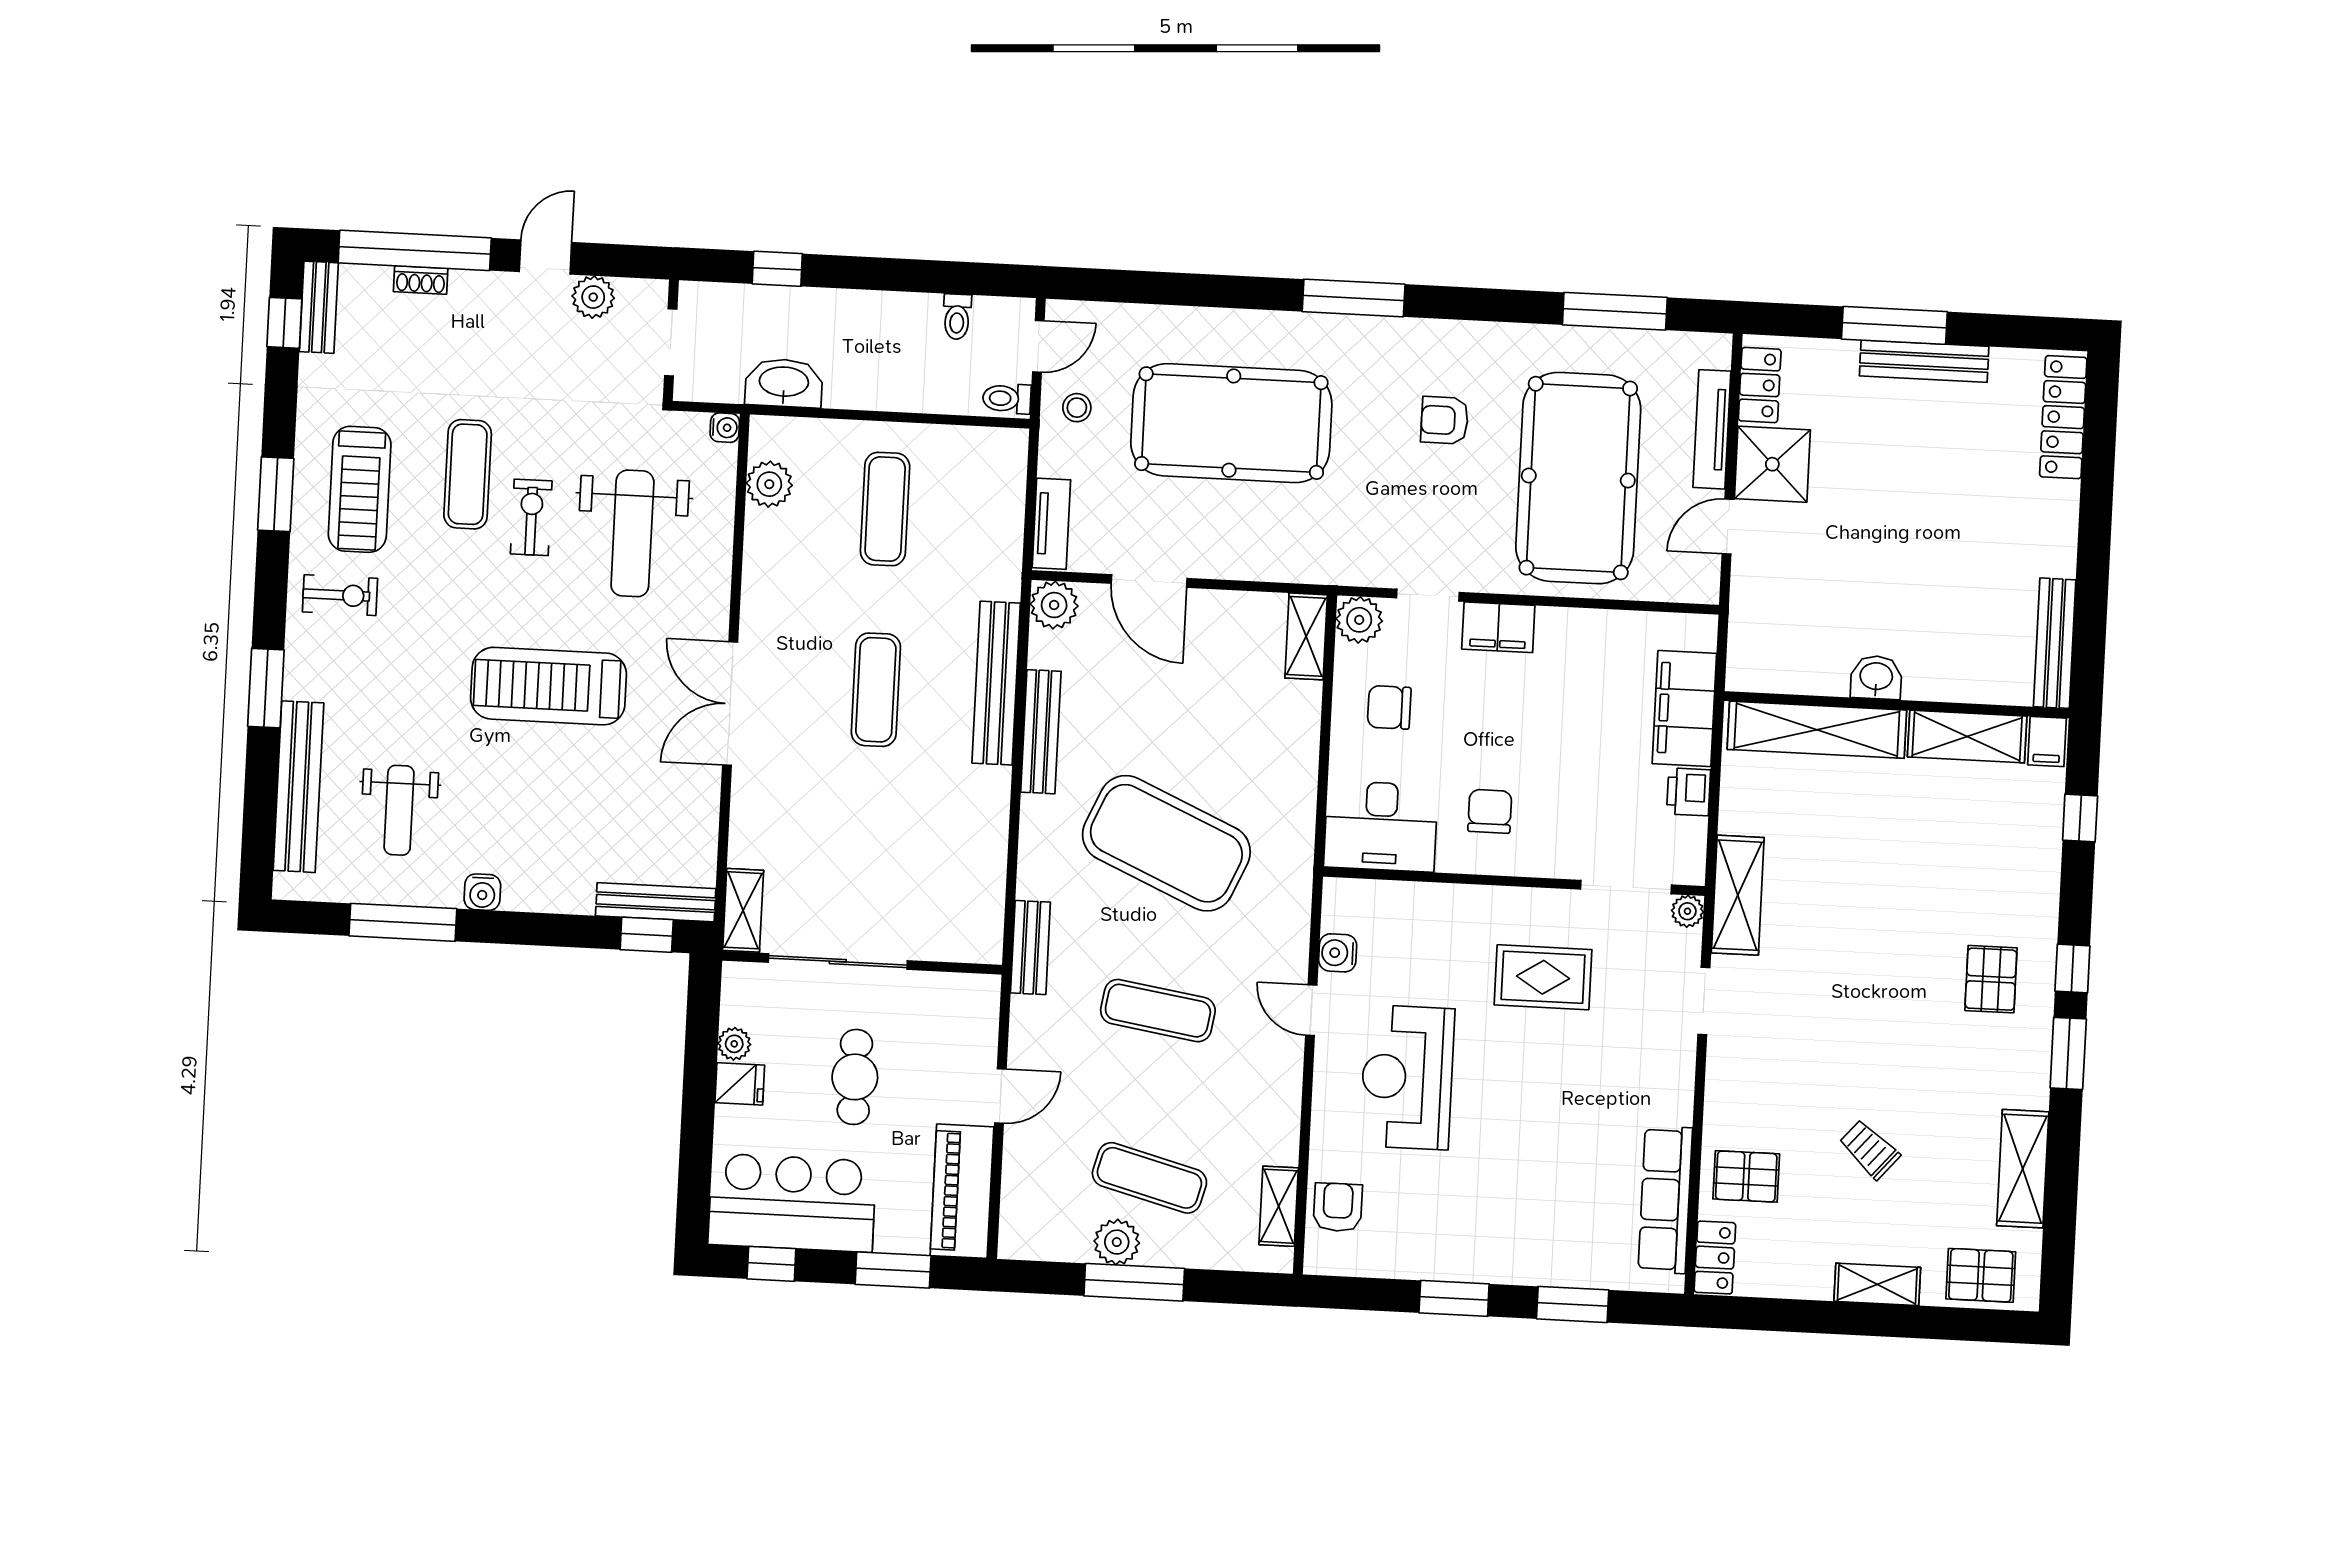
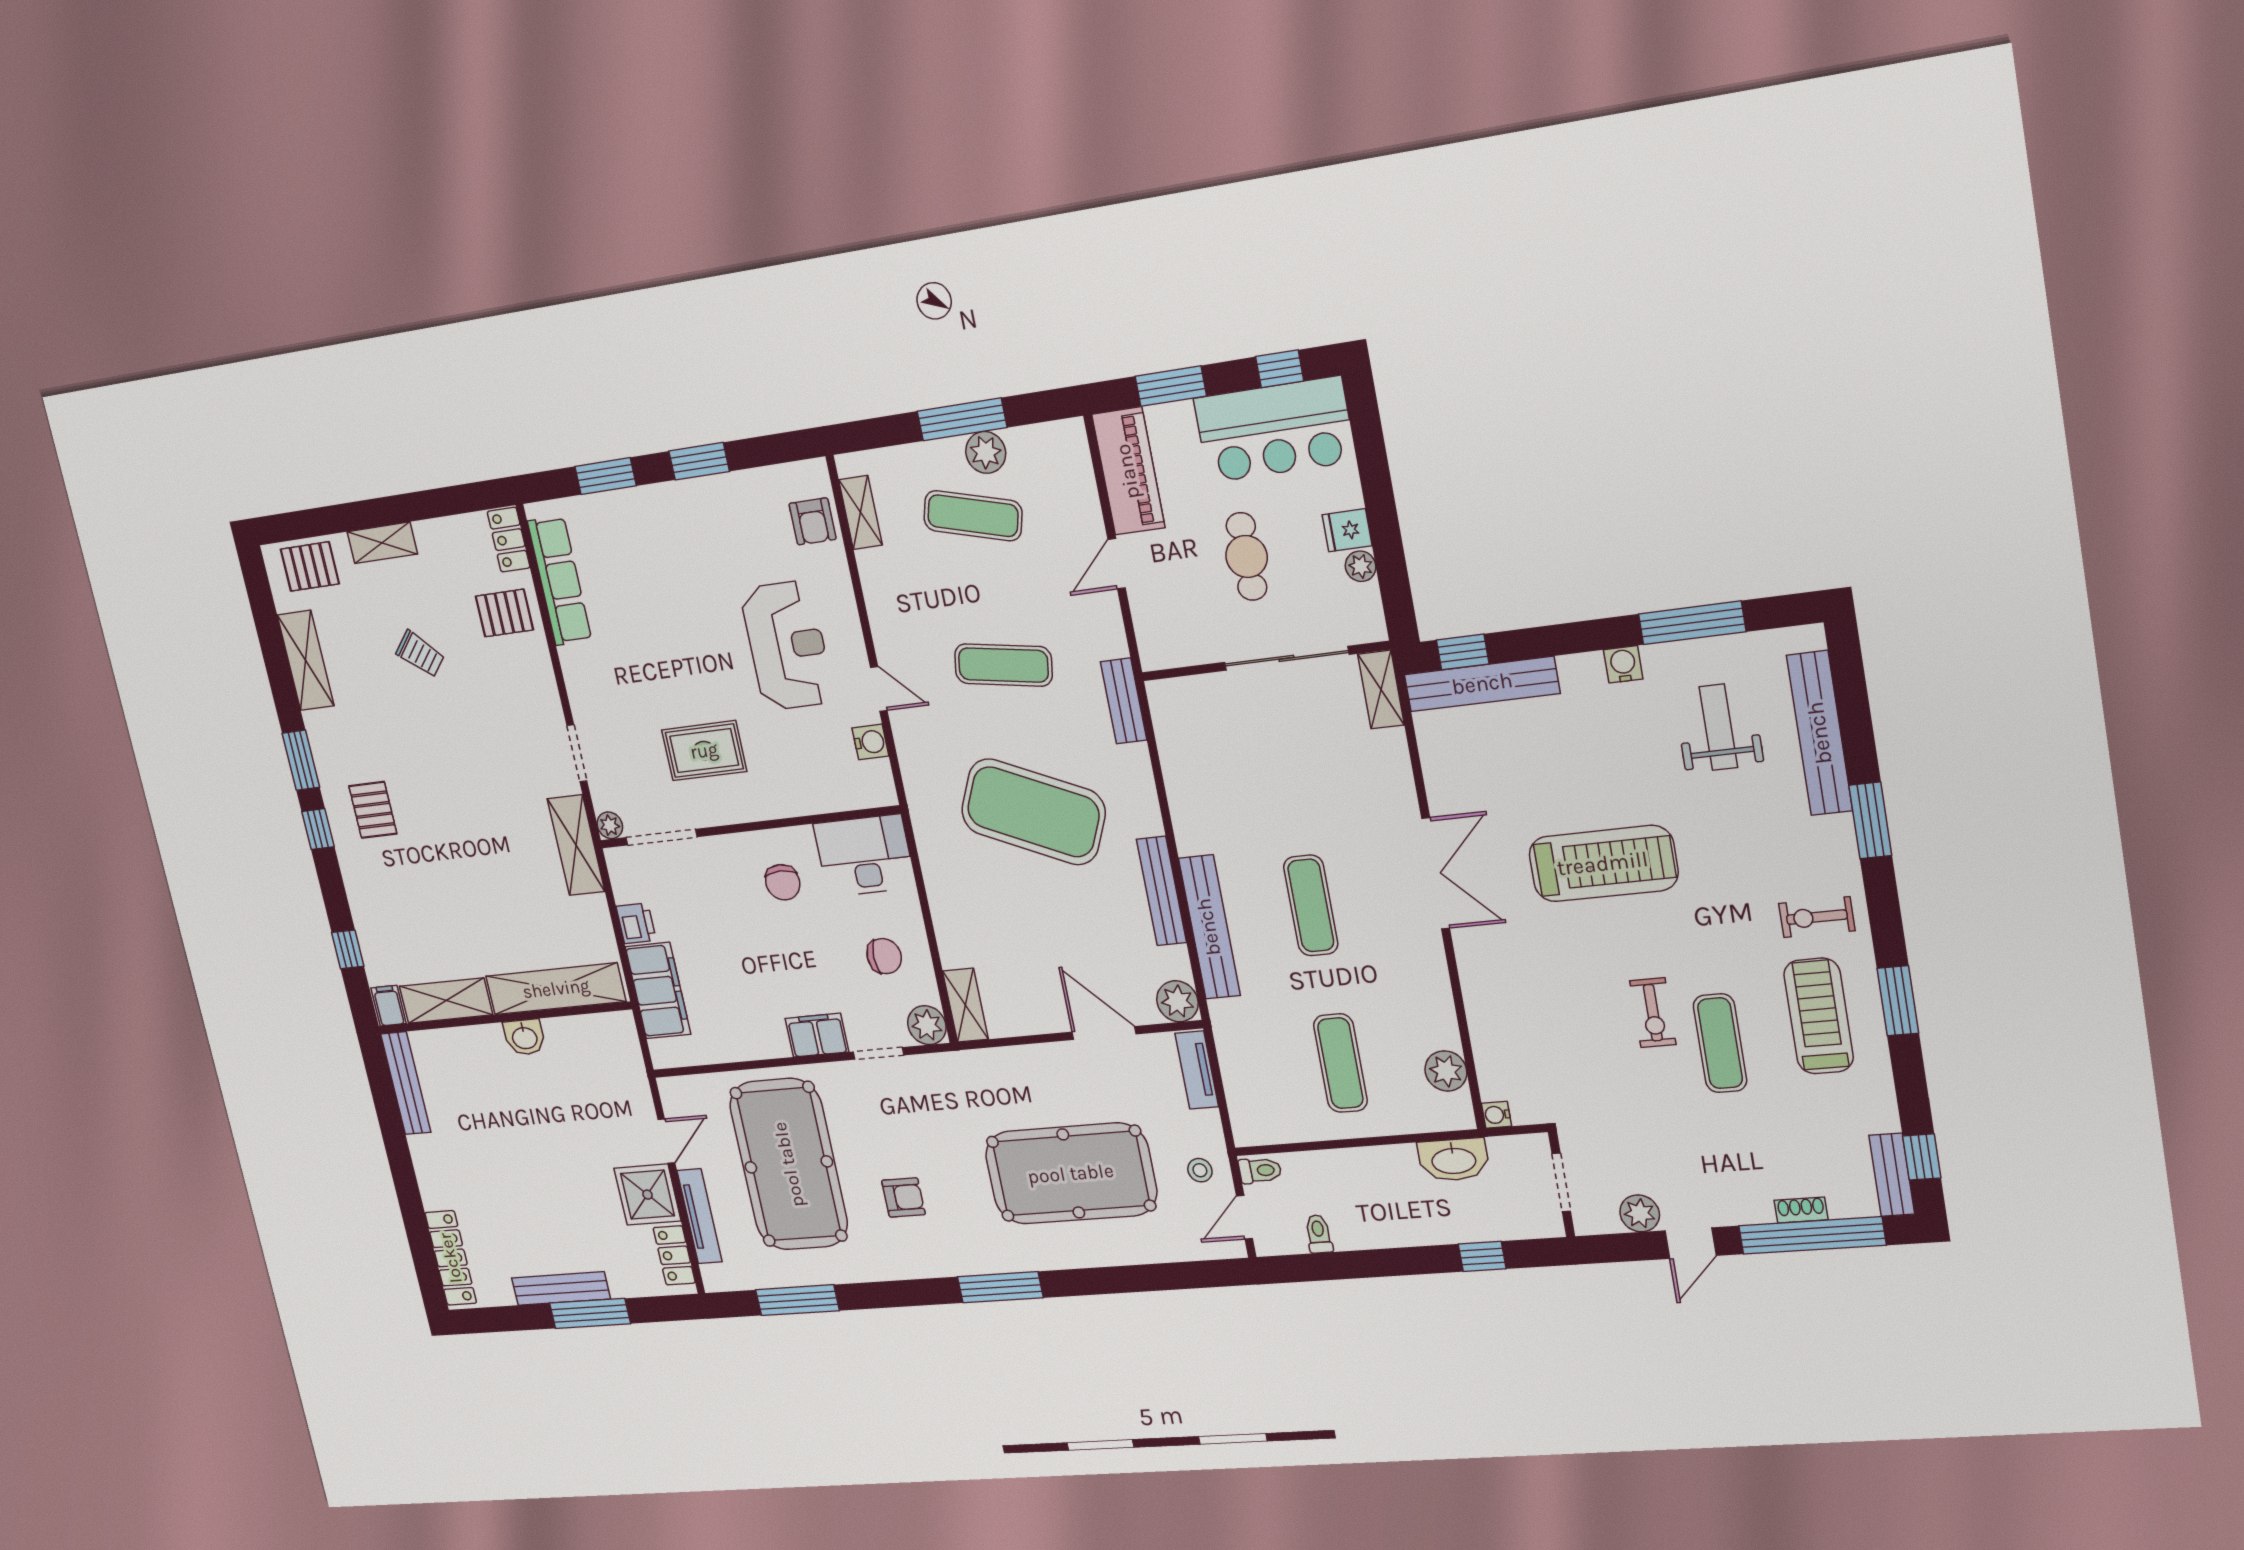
weight bench: (632, 533) -> (1558, 1011), removed
bench: (656, 902) -> (1482, 684), width x1.37, depth x1.21

